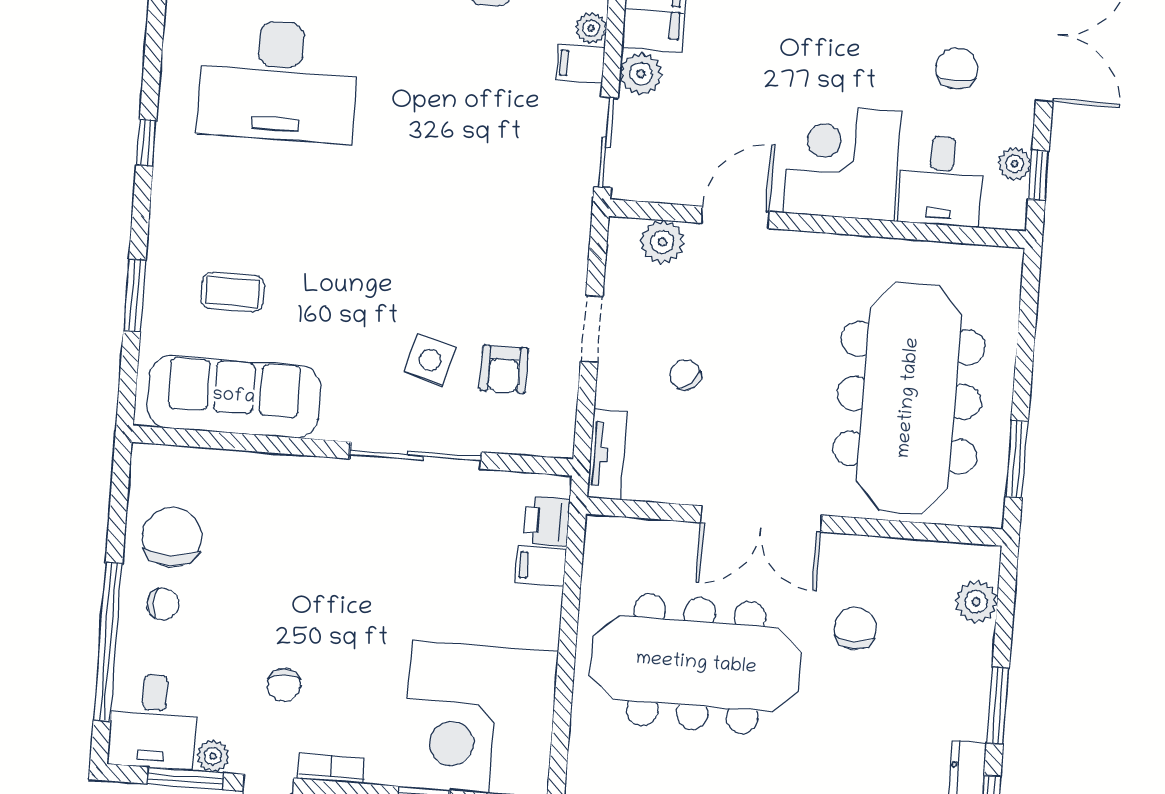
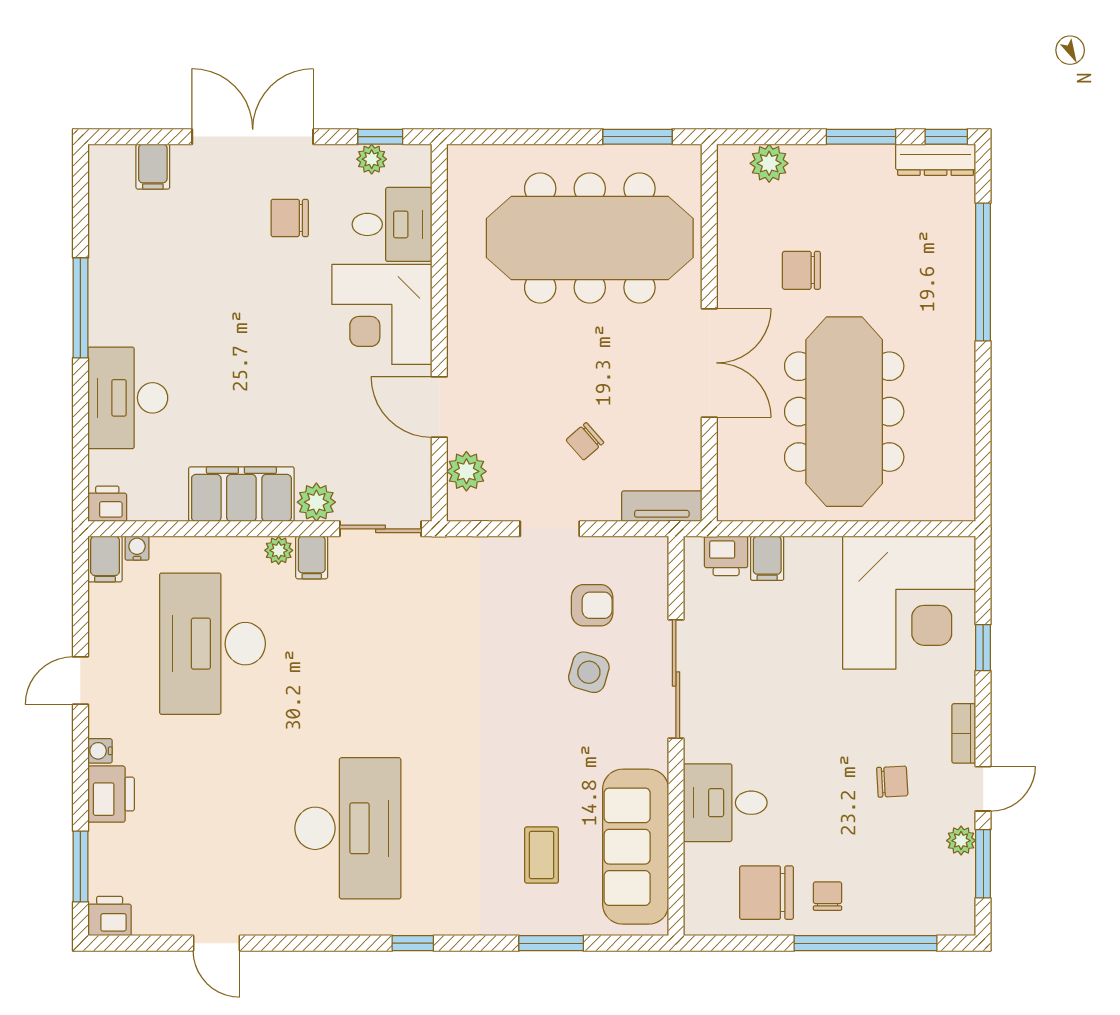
desk: (153, 721) -> (725, 803), moved, turned 180

